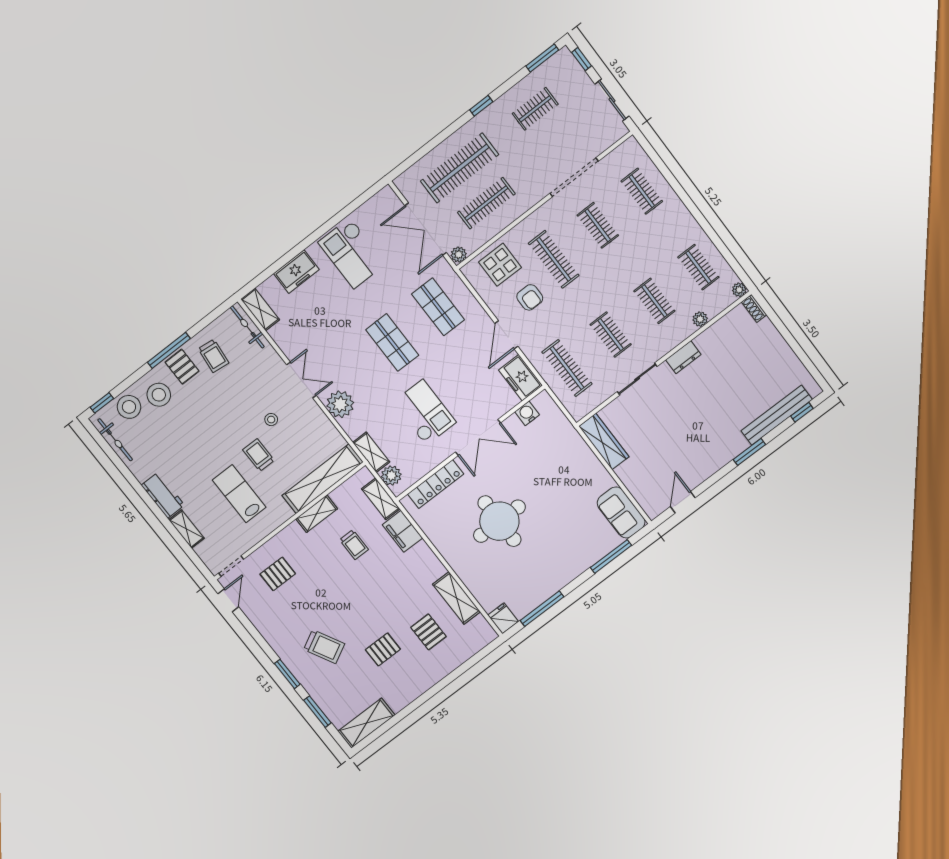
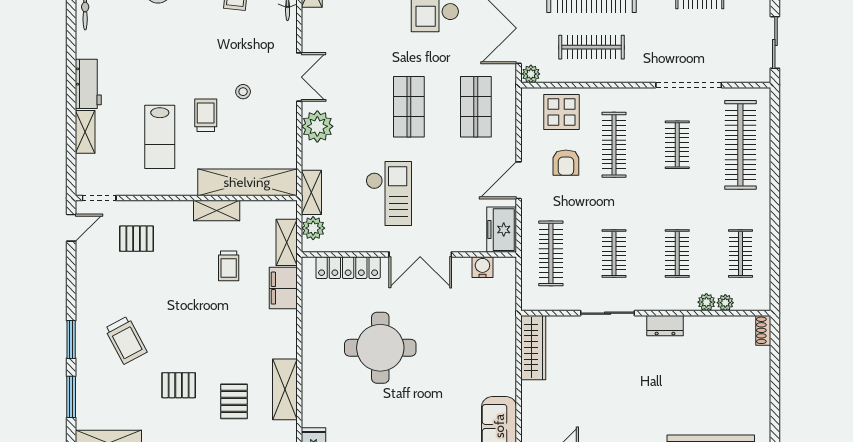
clothes rail: (642, 191) -> (740, 145), width x1.86, depth x1.31
plant: (739, 290) -> (725, 303), moved
lab bench: (239, 494) -> (160, 137), turned 180

